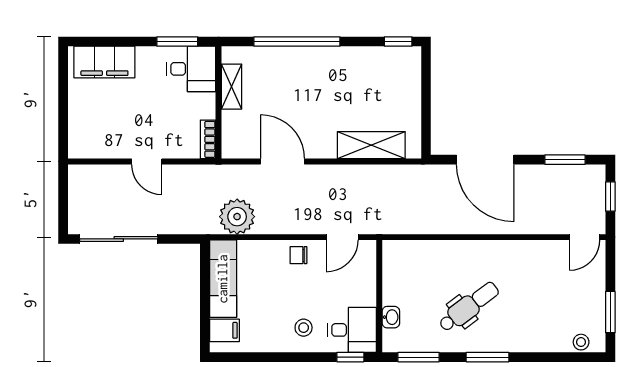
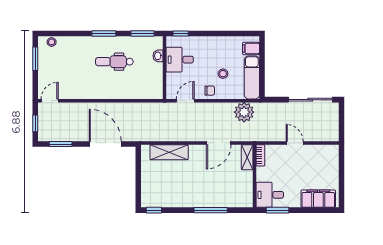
window: (297, 41) -> (211, 210), width x0.68
shelving: (232, 87) -> (247, 157), moved
door: (282, 162) -> (219, 143), hinge flipped
dental chair: (469, 307) -> (114, 62), turned 37
stool: (304, 328) -> (223, 74), moved
desk: (352, 330) -> (180, 60), moved

